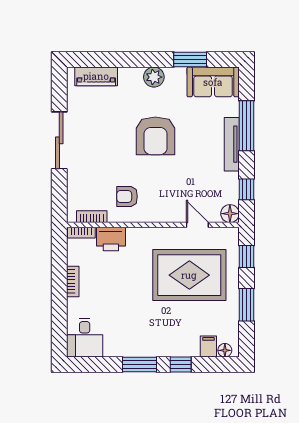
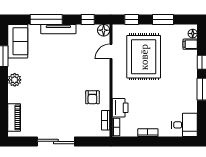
armchair: (155, 136) -> (53, 79), removed

